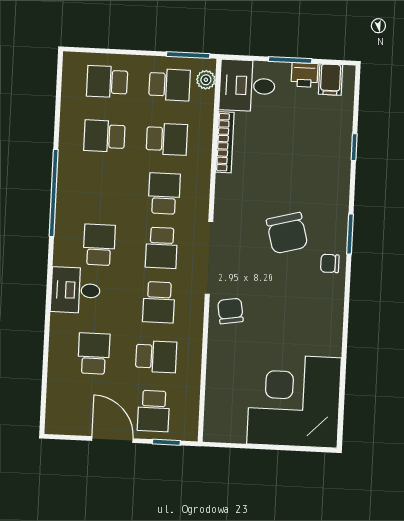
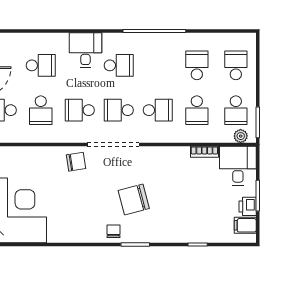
bookcase: (225, 142) -> (204, 152), width x0.64

